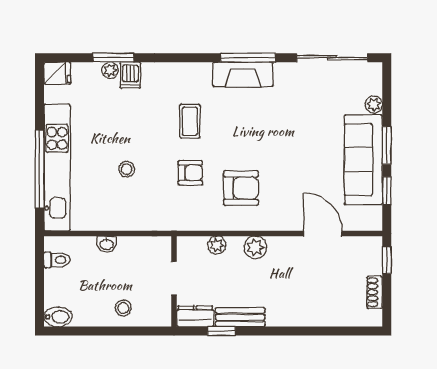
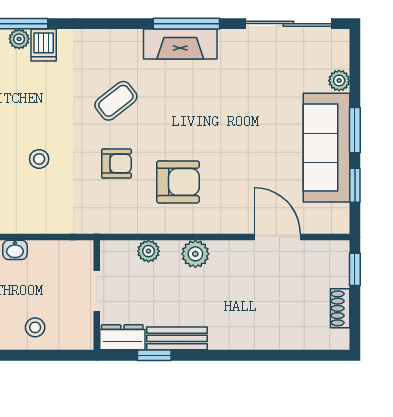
coffee table: (190, 121) -> (116, 101), turned 52

